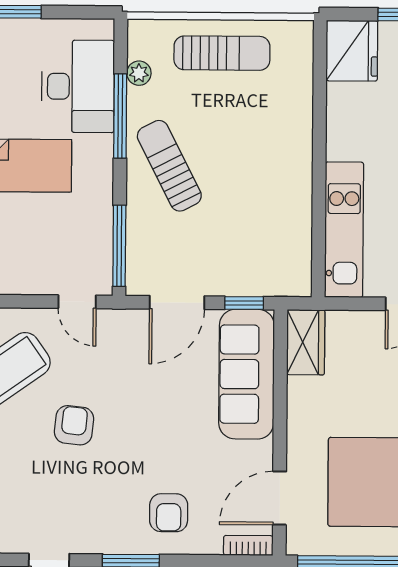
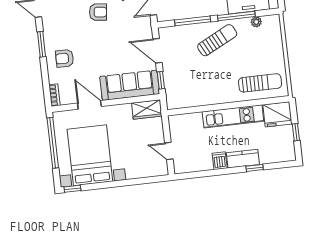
sun lounger: (222, 53) -> (260, 83), moved, turned -90
kitchen unit: (344, 230) -> (233, 116), moved
window: (119, 246) -> (193, 21), moved
door: (279, 498) -> (89, 105), moved

